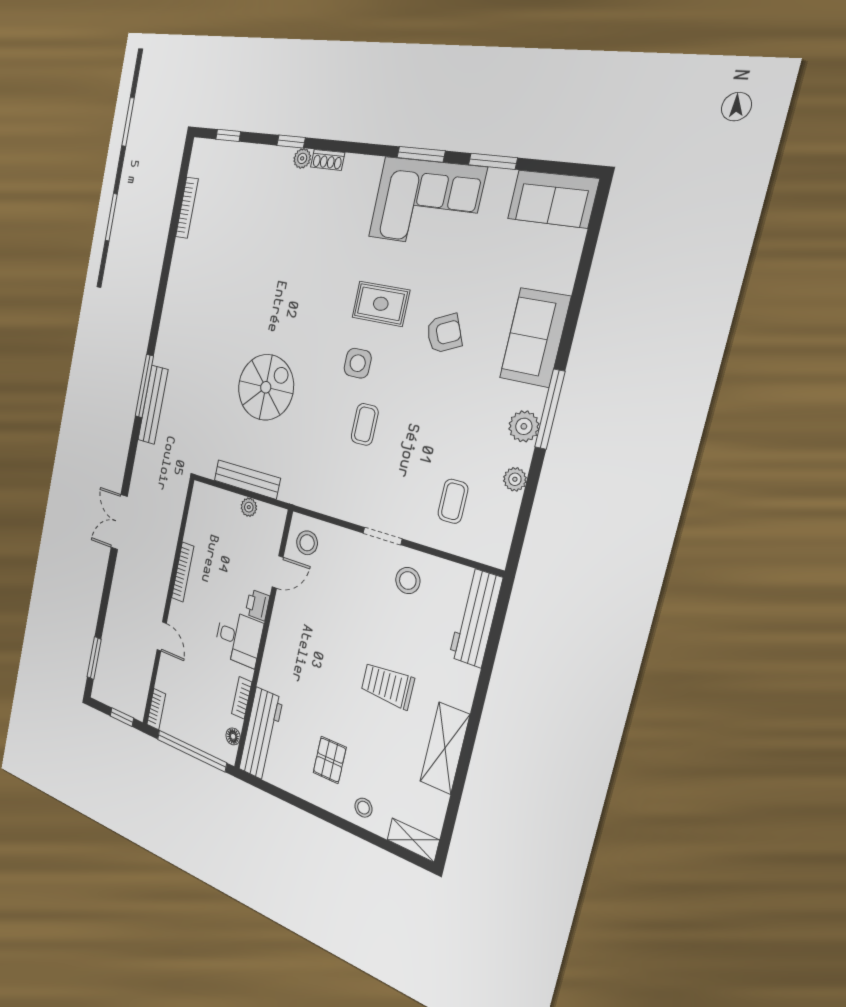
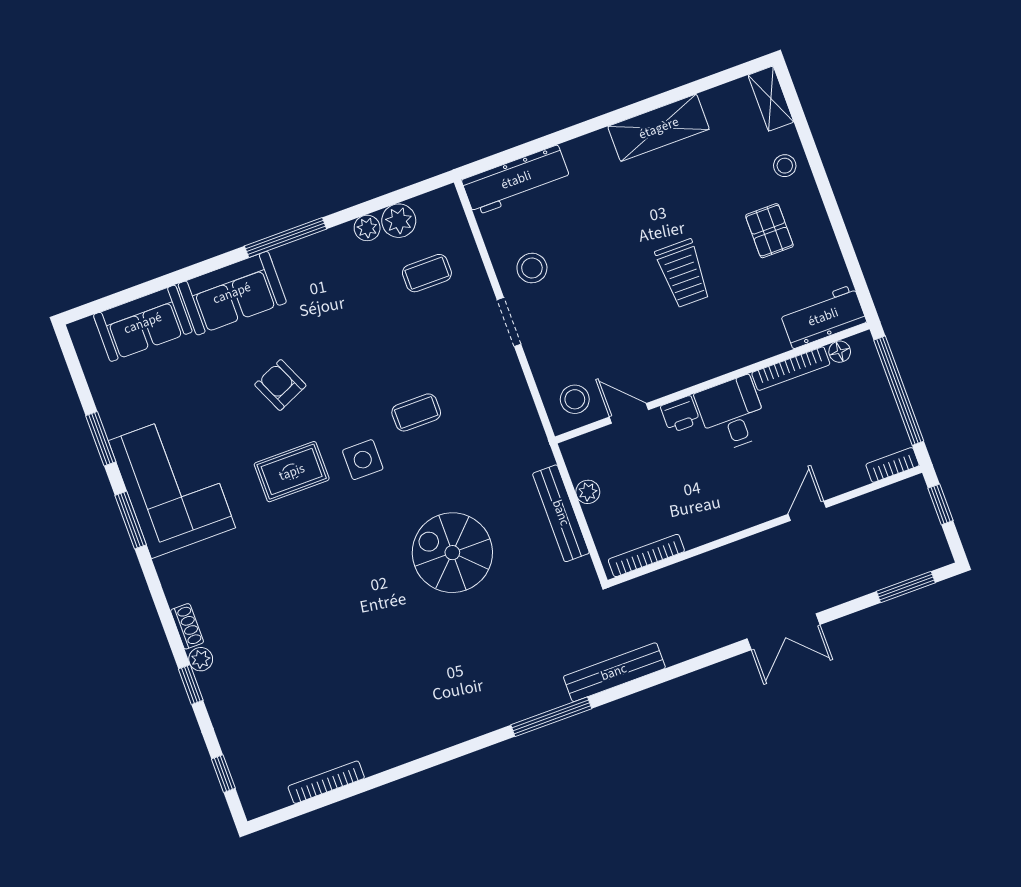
sofa: (553, 199) -> (143, 323), moved, turned 90
rug: (381, 304) -> (292, 472), turned 90
bench: (153, 405) -> (614, 672), moved
plant: (524, 426) -> (399, 221), moved
double door: (119, 522) -> (784, 632), moved
bookcase: (183, 572) -> (646, 555), moved
trolley: (388, 685) -> (683, 273), moved
bookcase: (242, 698) -> (791, 369), width x1.56
workbench: (261, 734) -> (823, 317), width x0.73
pallet: (330, 760) -> (769, 231), turned 90

